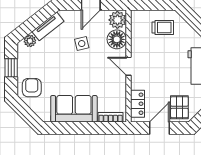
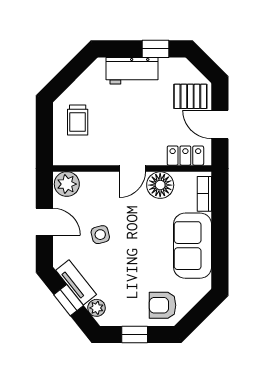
window: (35, 21) -> (69, 300), added
trolley: (163, 28) -> (78, 120), turned 180
floor lamp: (117, 39) -> (160, 185), moved

